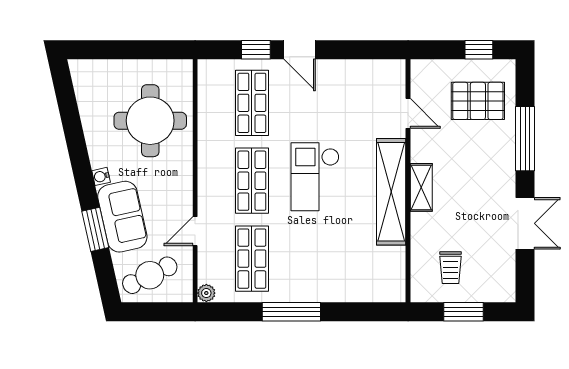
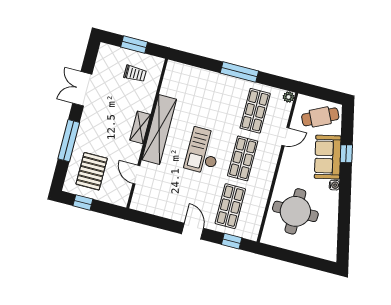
window: (256, 50) -> (232, 241), moved
pallet: (478, 101) -> (92, 171), turned 90
checkout: (315, 177) -> (203, 151), turned 180
window: (95, 229) -> (346, 154), width x0.67
trolley: (451, 268) -> (135, 74), turned 90

